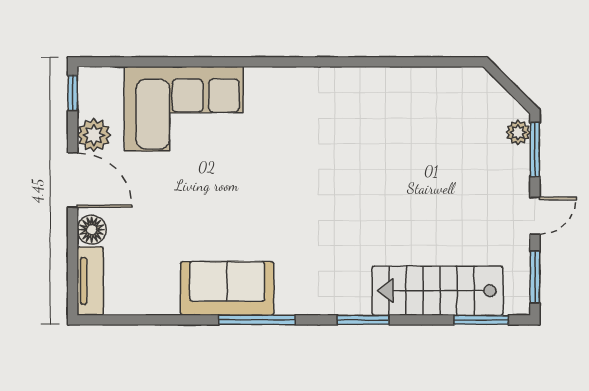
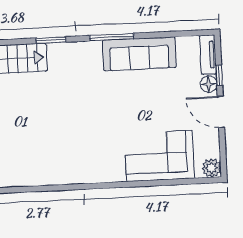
window: (73, 93) -> (219, 75), moved
plant: (94, 135) -> (211, 168), moved
sofa: (227, 288) -> (139, 54), width x1.36

